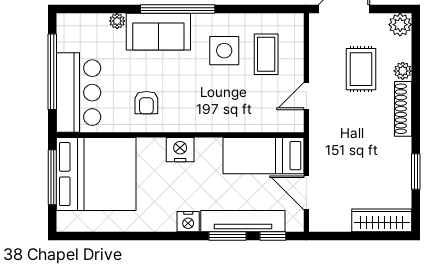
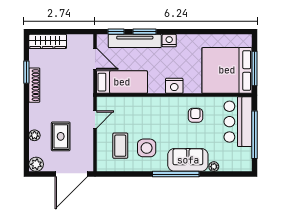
shoe rack: (403, 109) -> (34, 85), moved

